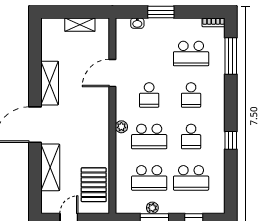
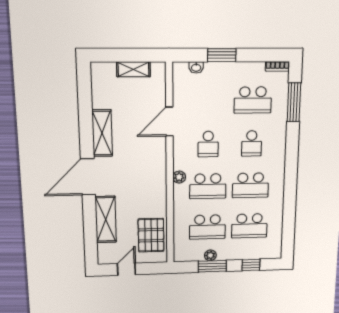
school desk: (191, 136) -> (250, 185), width x1.85
window: (231, 140) -> (290, 188), removed

